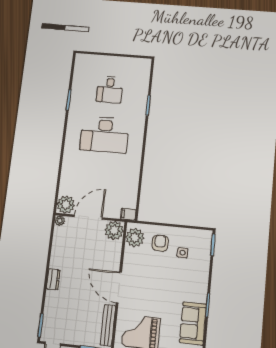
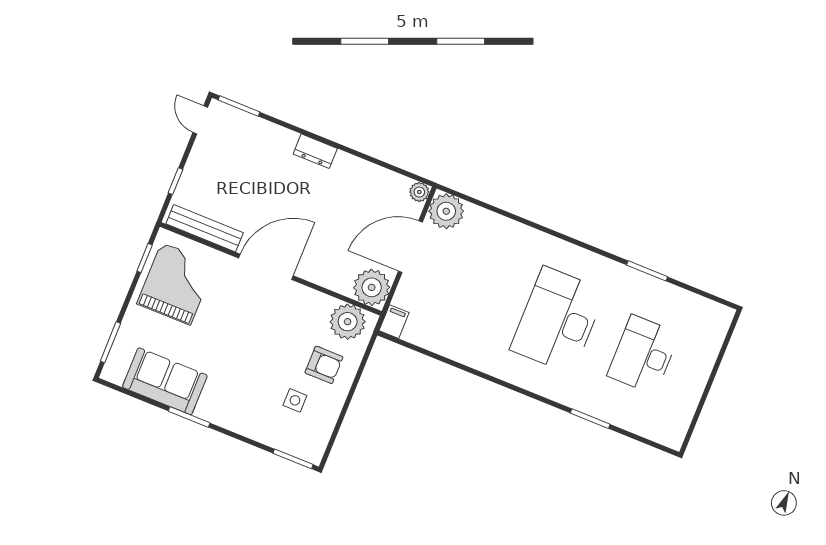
desk: (110, 89) -> (643, 355), width x1.37
door: (88, 217) -> (410, 247), swing flipped

